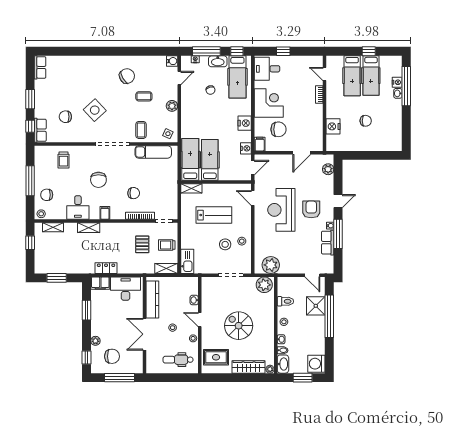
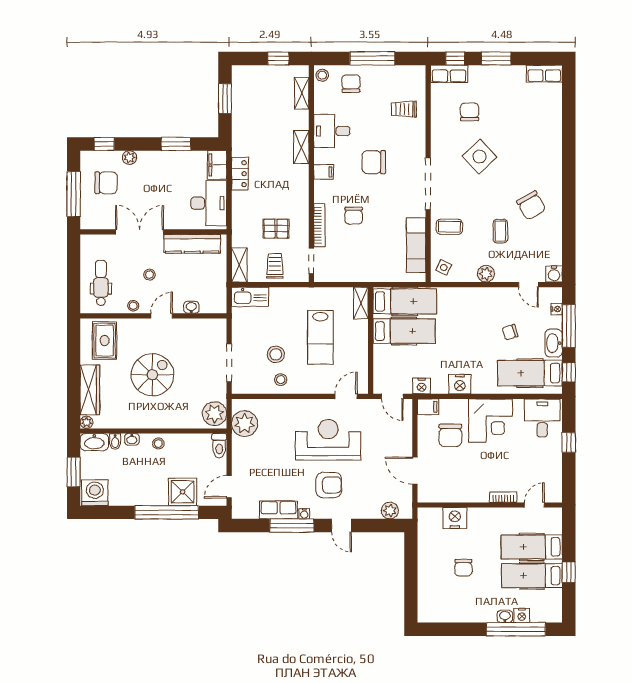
toilet: (285, 301) -> (219, 446), moved
chair: (112, 356) -> (106, 183), turned -90

